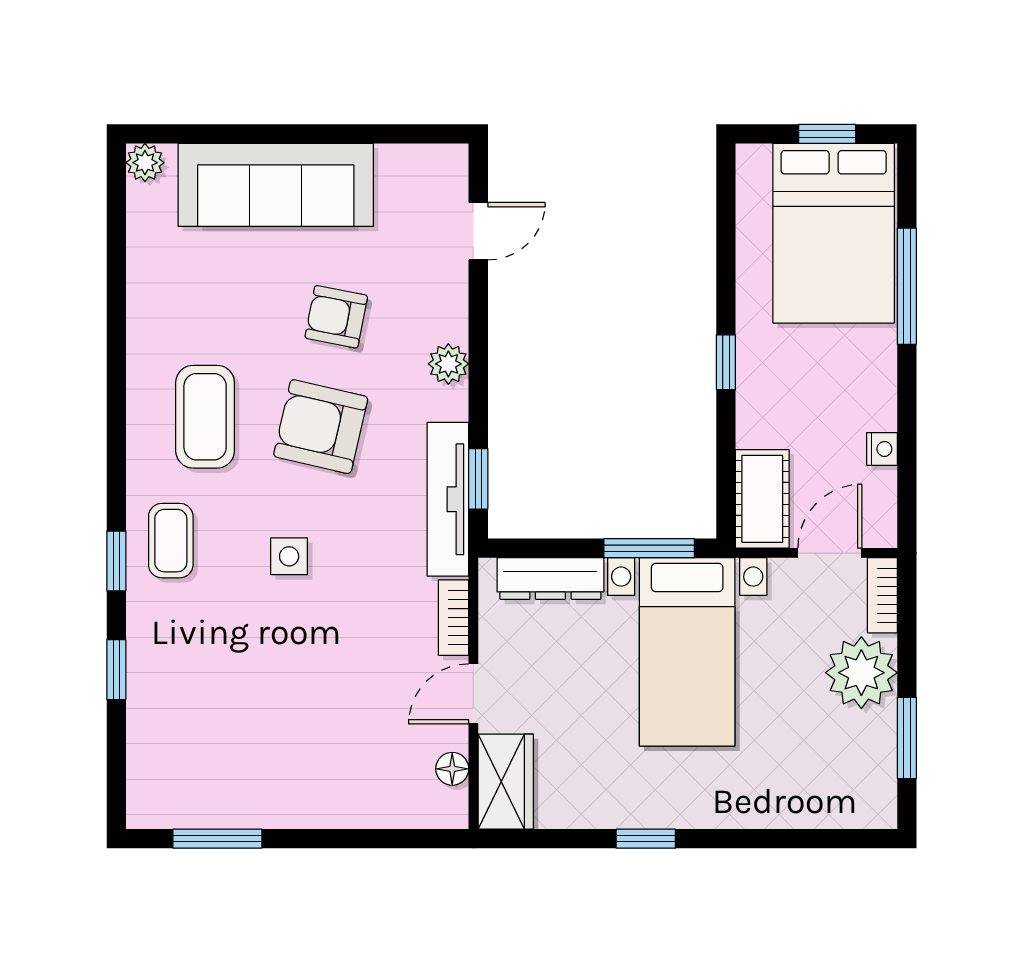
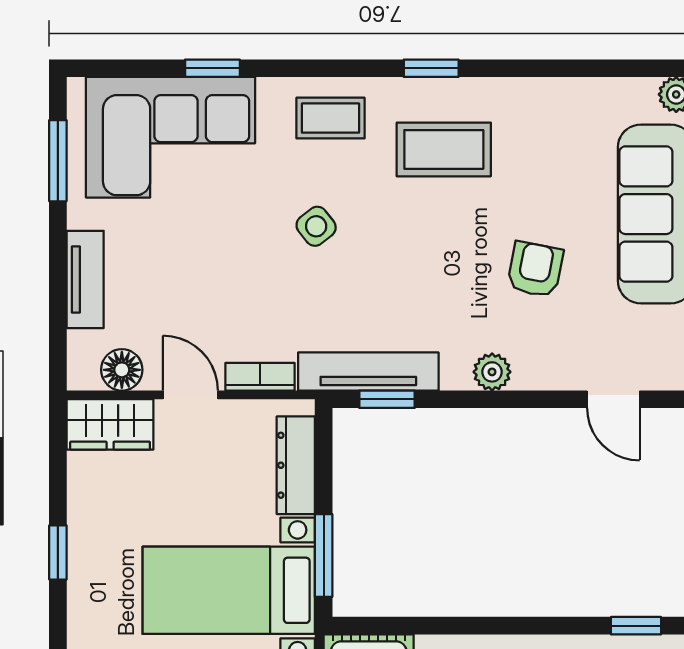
window: (726, 362) -> (636, 626), moved
armchair: (321, 427) -> (435, 255), removed
side table: (289, 556) -> (316, 226), turned -38
window: (116, 561) -> (431, 68), moved
corner sofa: (192, 716) -> (170, 137), added
floor lamp: (452, 769) -> (122, 370), width x1.37, depth x1.37
tv unit: (347, 809) -> (85, 279), added

